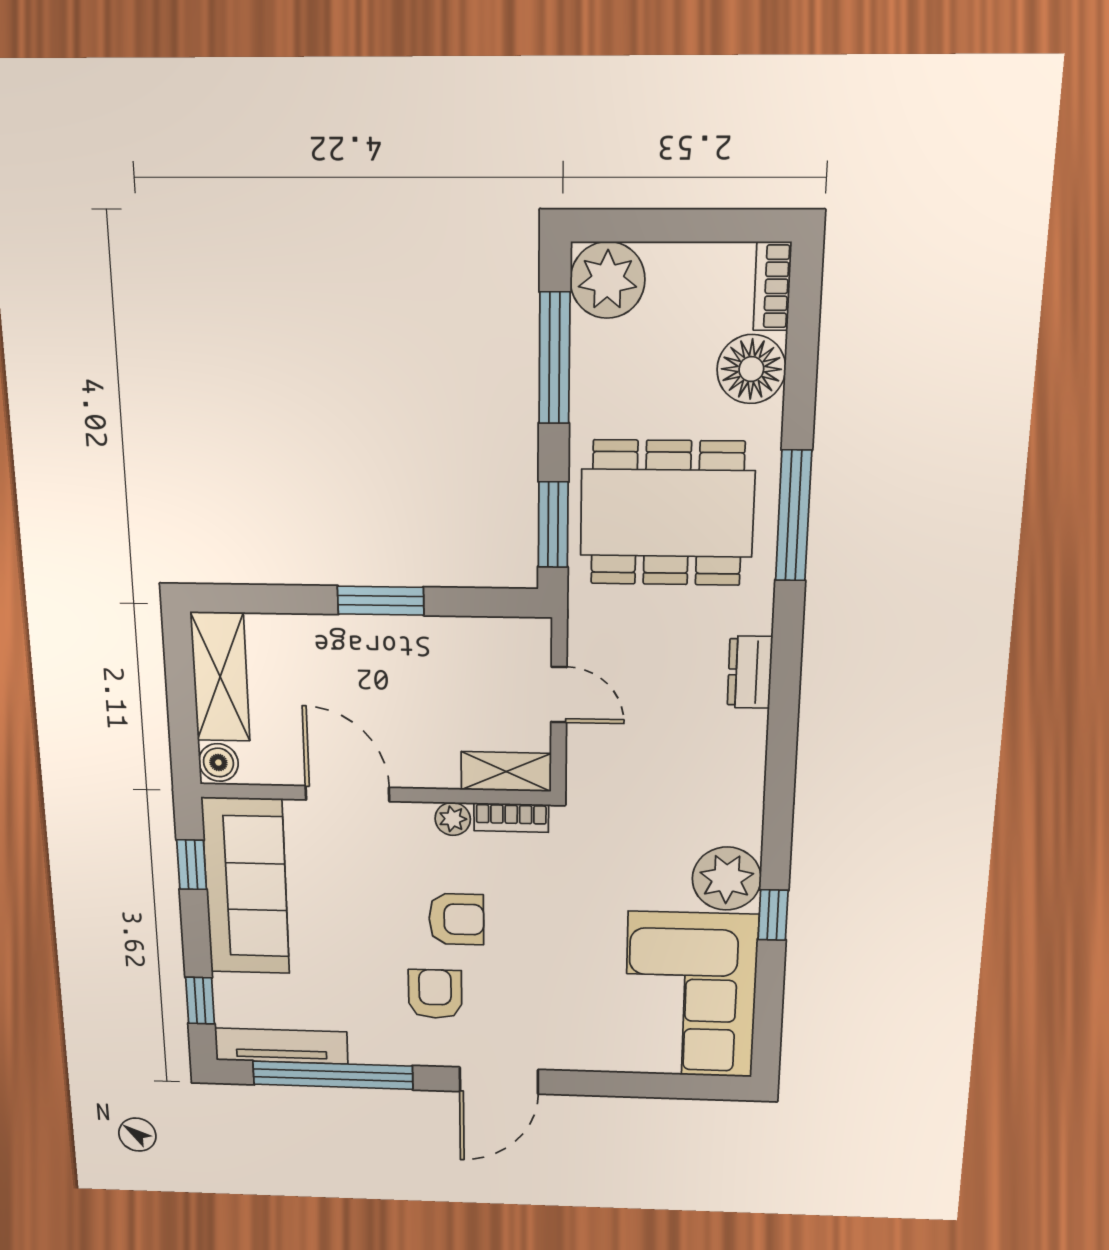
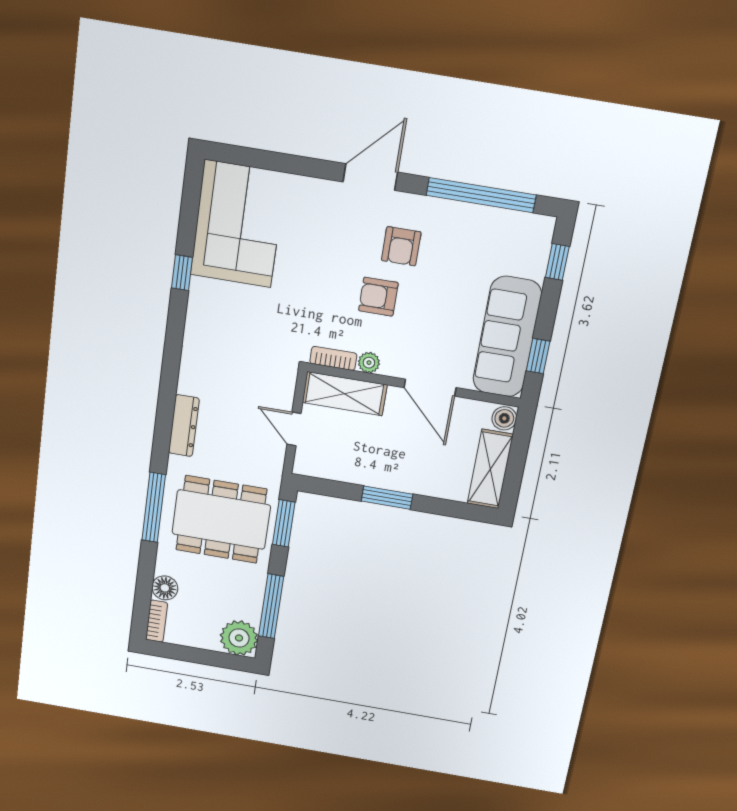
floor lamp: (751, 369) -> (165, 588), width x0.73, depth x0.73
dresser: (750, 672) -> (184, 426), width x1.44
shelving: (506, 772) -> (345, 394), width x1.50, depth x1.33
plant: (727, 879) -> (208, 301), removed
tv unit: (281, 1046) -> (511, 222), removed

